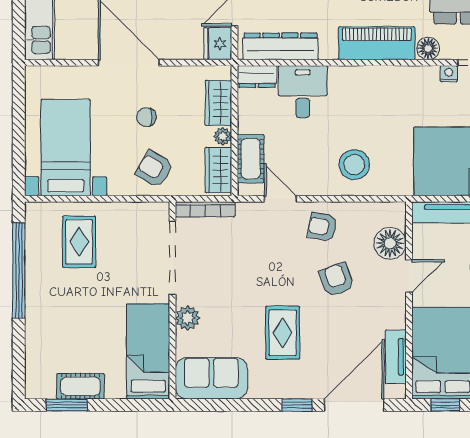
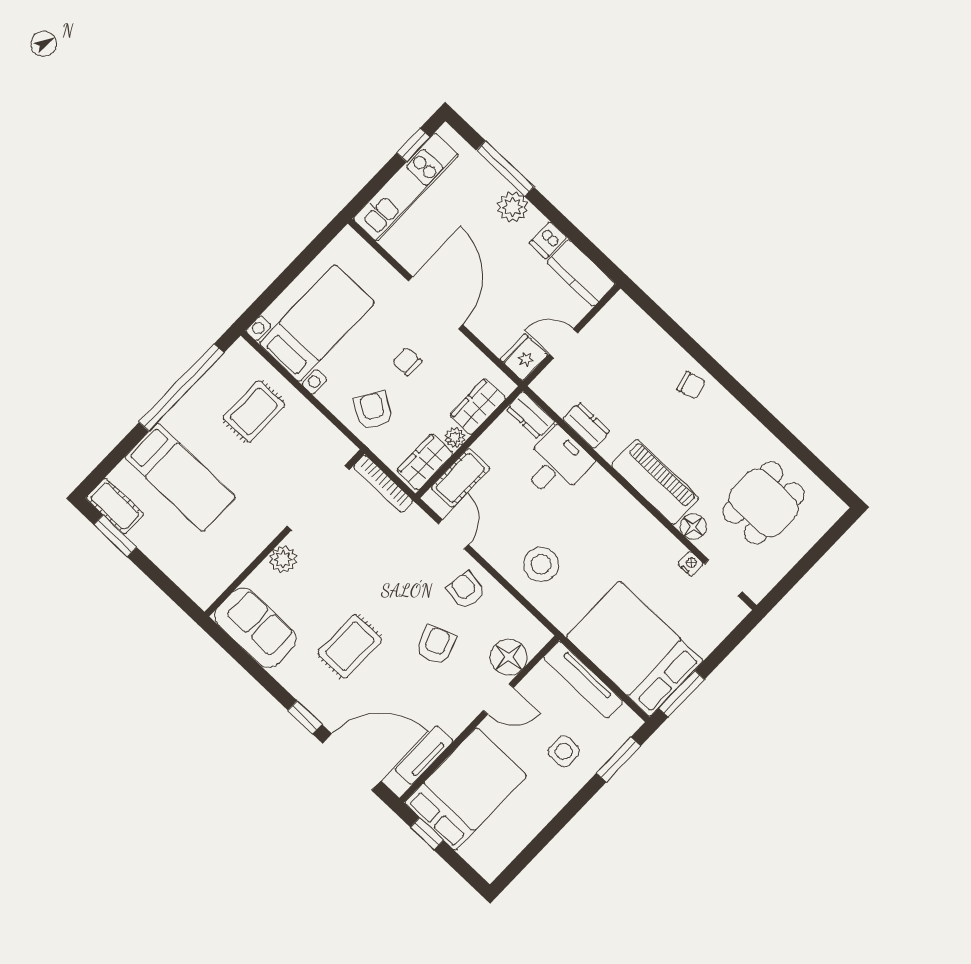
dresser: (280, 46) -> (586, 425), width x0.51, depth x0.80
bed: (148, 351) -> (180, 477), moved, turned 90
cot: (80, 386) -> (115, 506), moved

